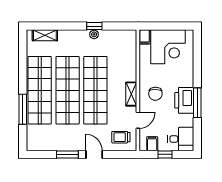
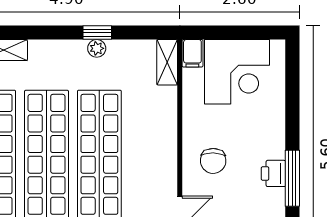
shelving: (131, 94) -> (167, 62), moved
printer: (184, 100) -> (273, 173), width x0.53, depth x0.68

